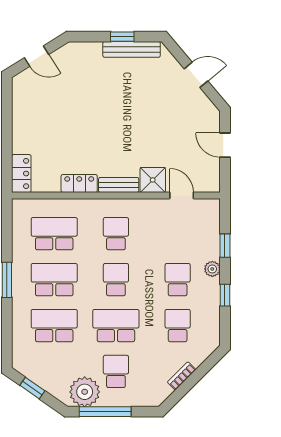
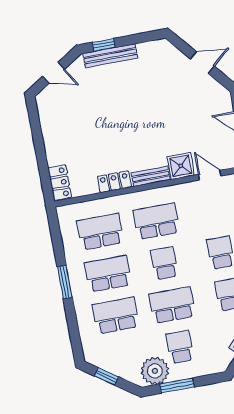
window: (122, 37) -> (104, 45), moved
bench: (132, 49) -> (110, 56), moved
school desk: (116, 234) -> (156, 221), width x1.85
window: (105, 412) -> (177, 385), width x0.69

